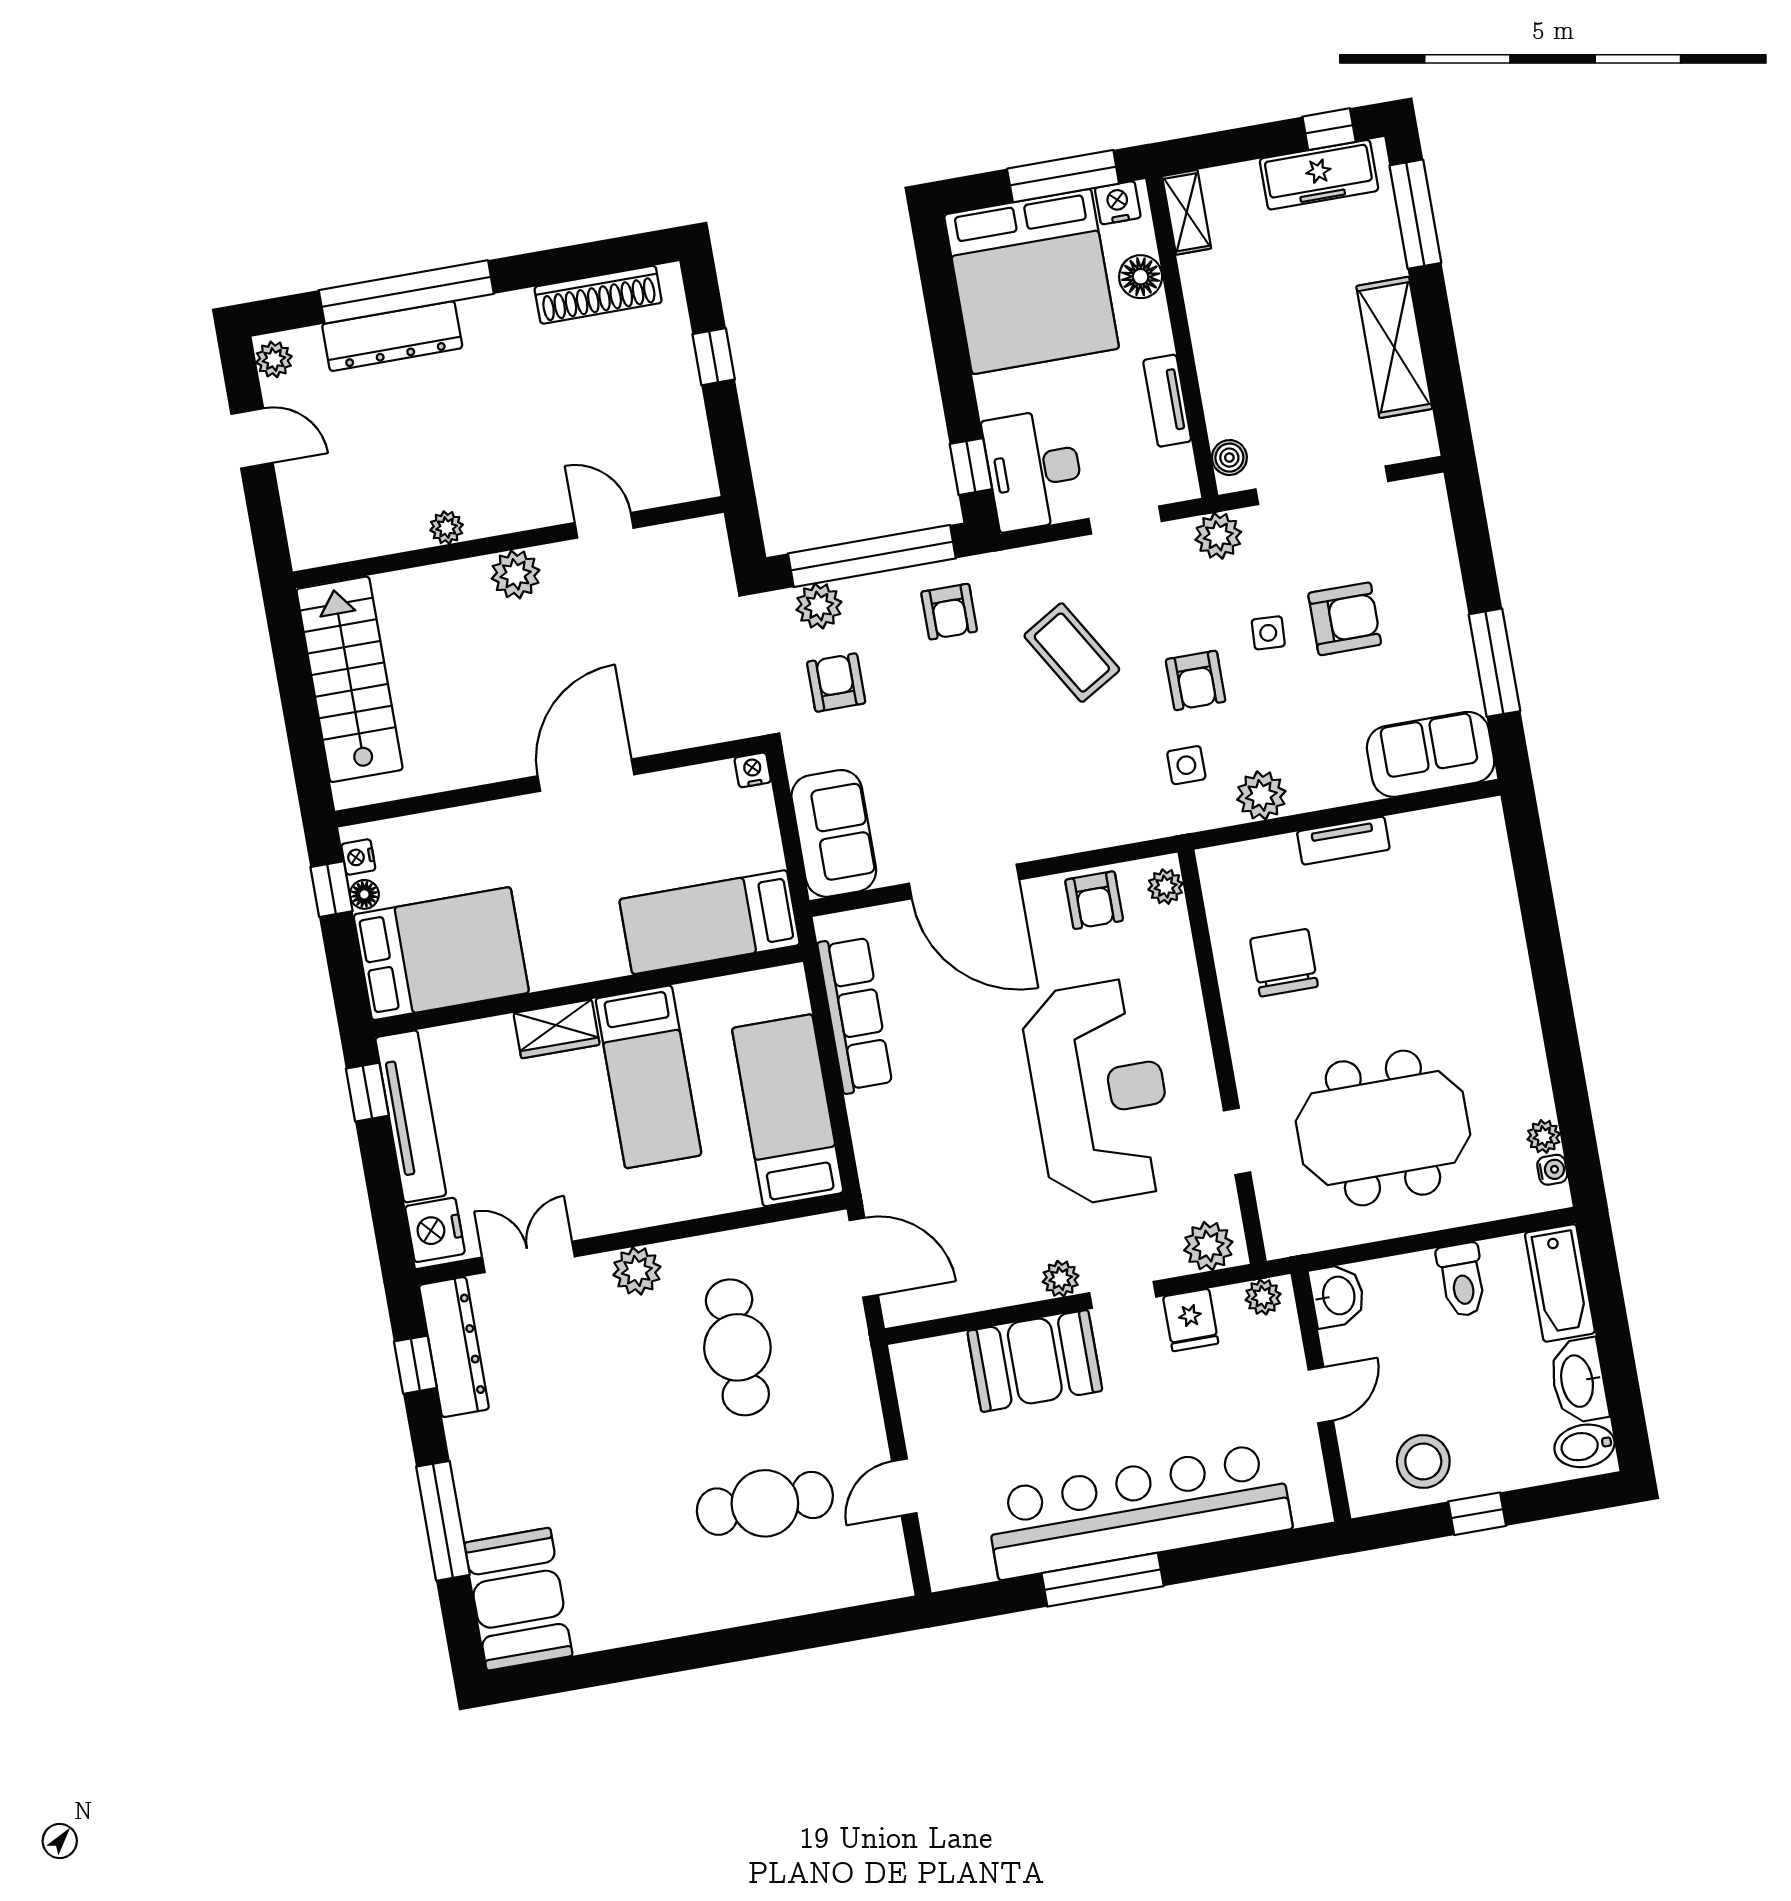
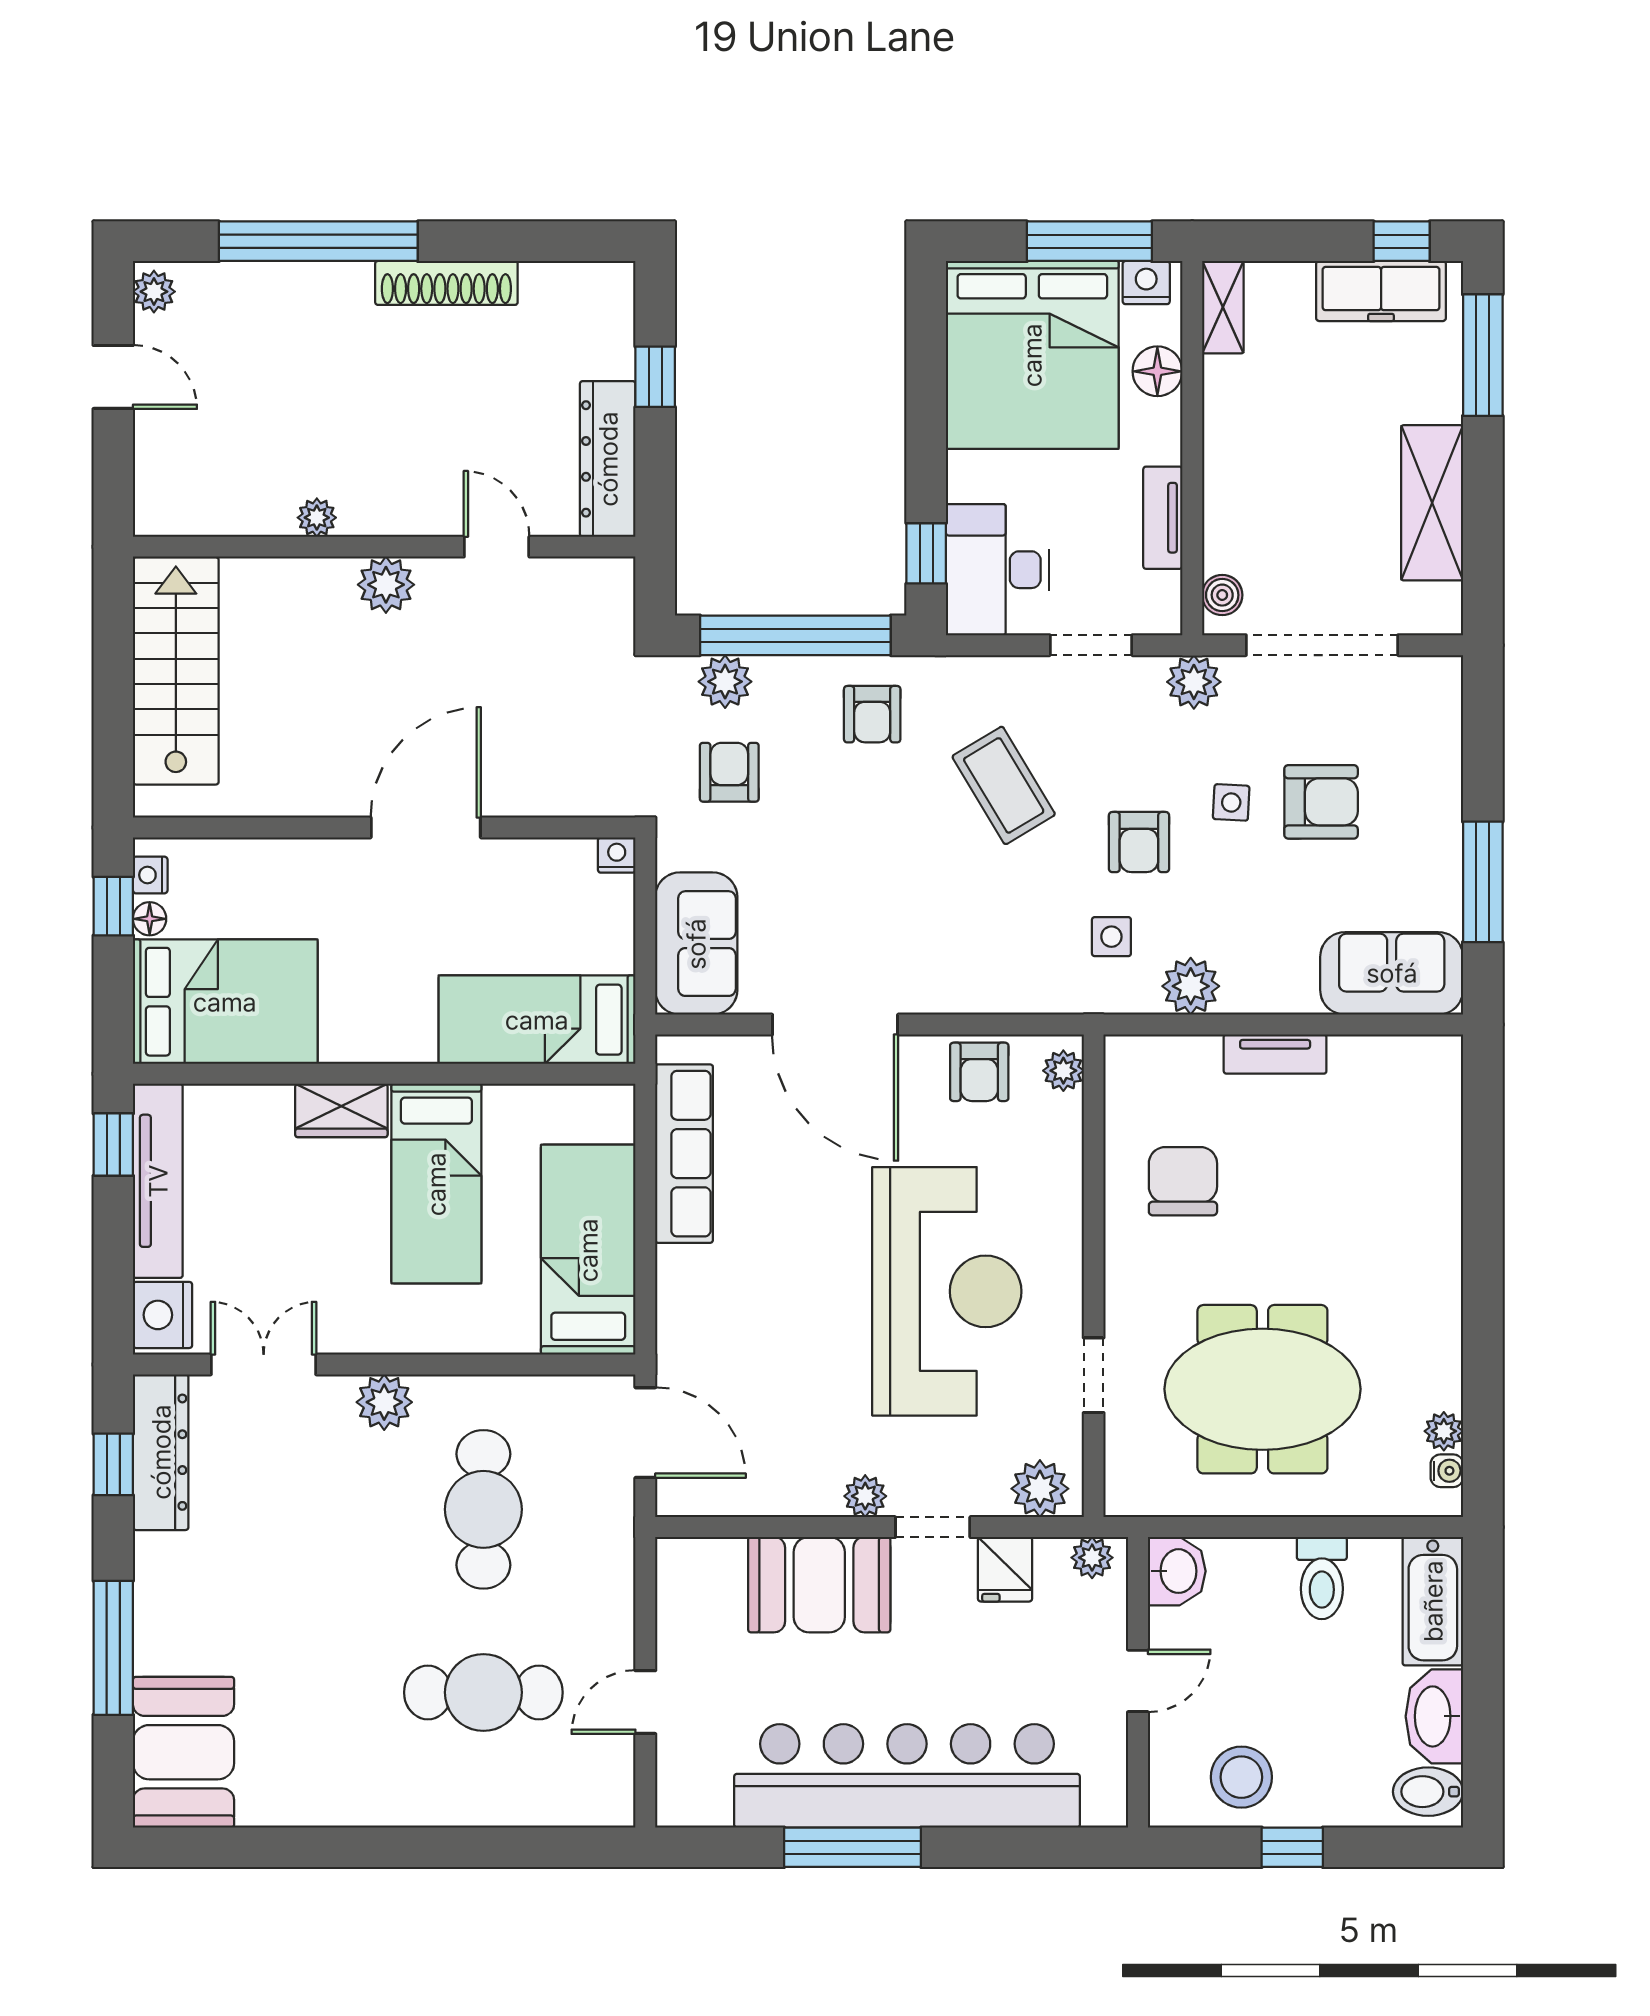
shoe rack: (598, 295) -> (446, 283), moved
dresser: (392, 336) -> (608, 459), moved, turned 90

